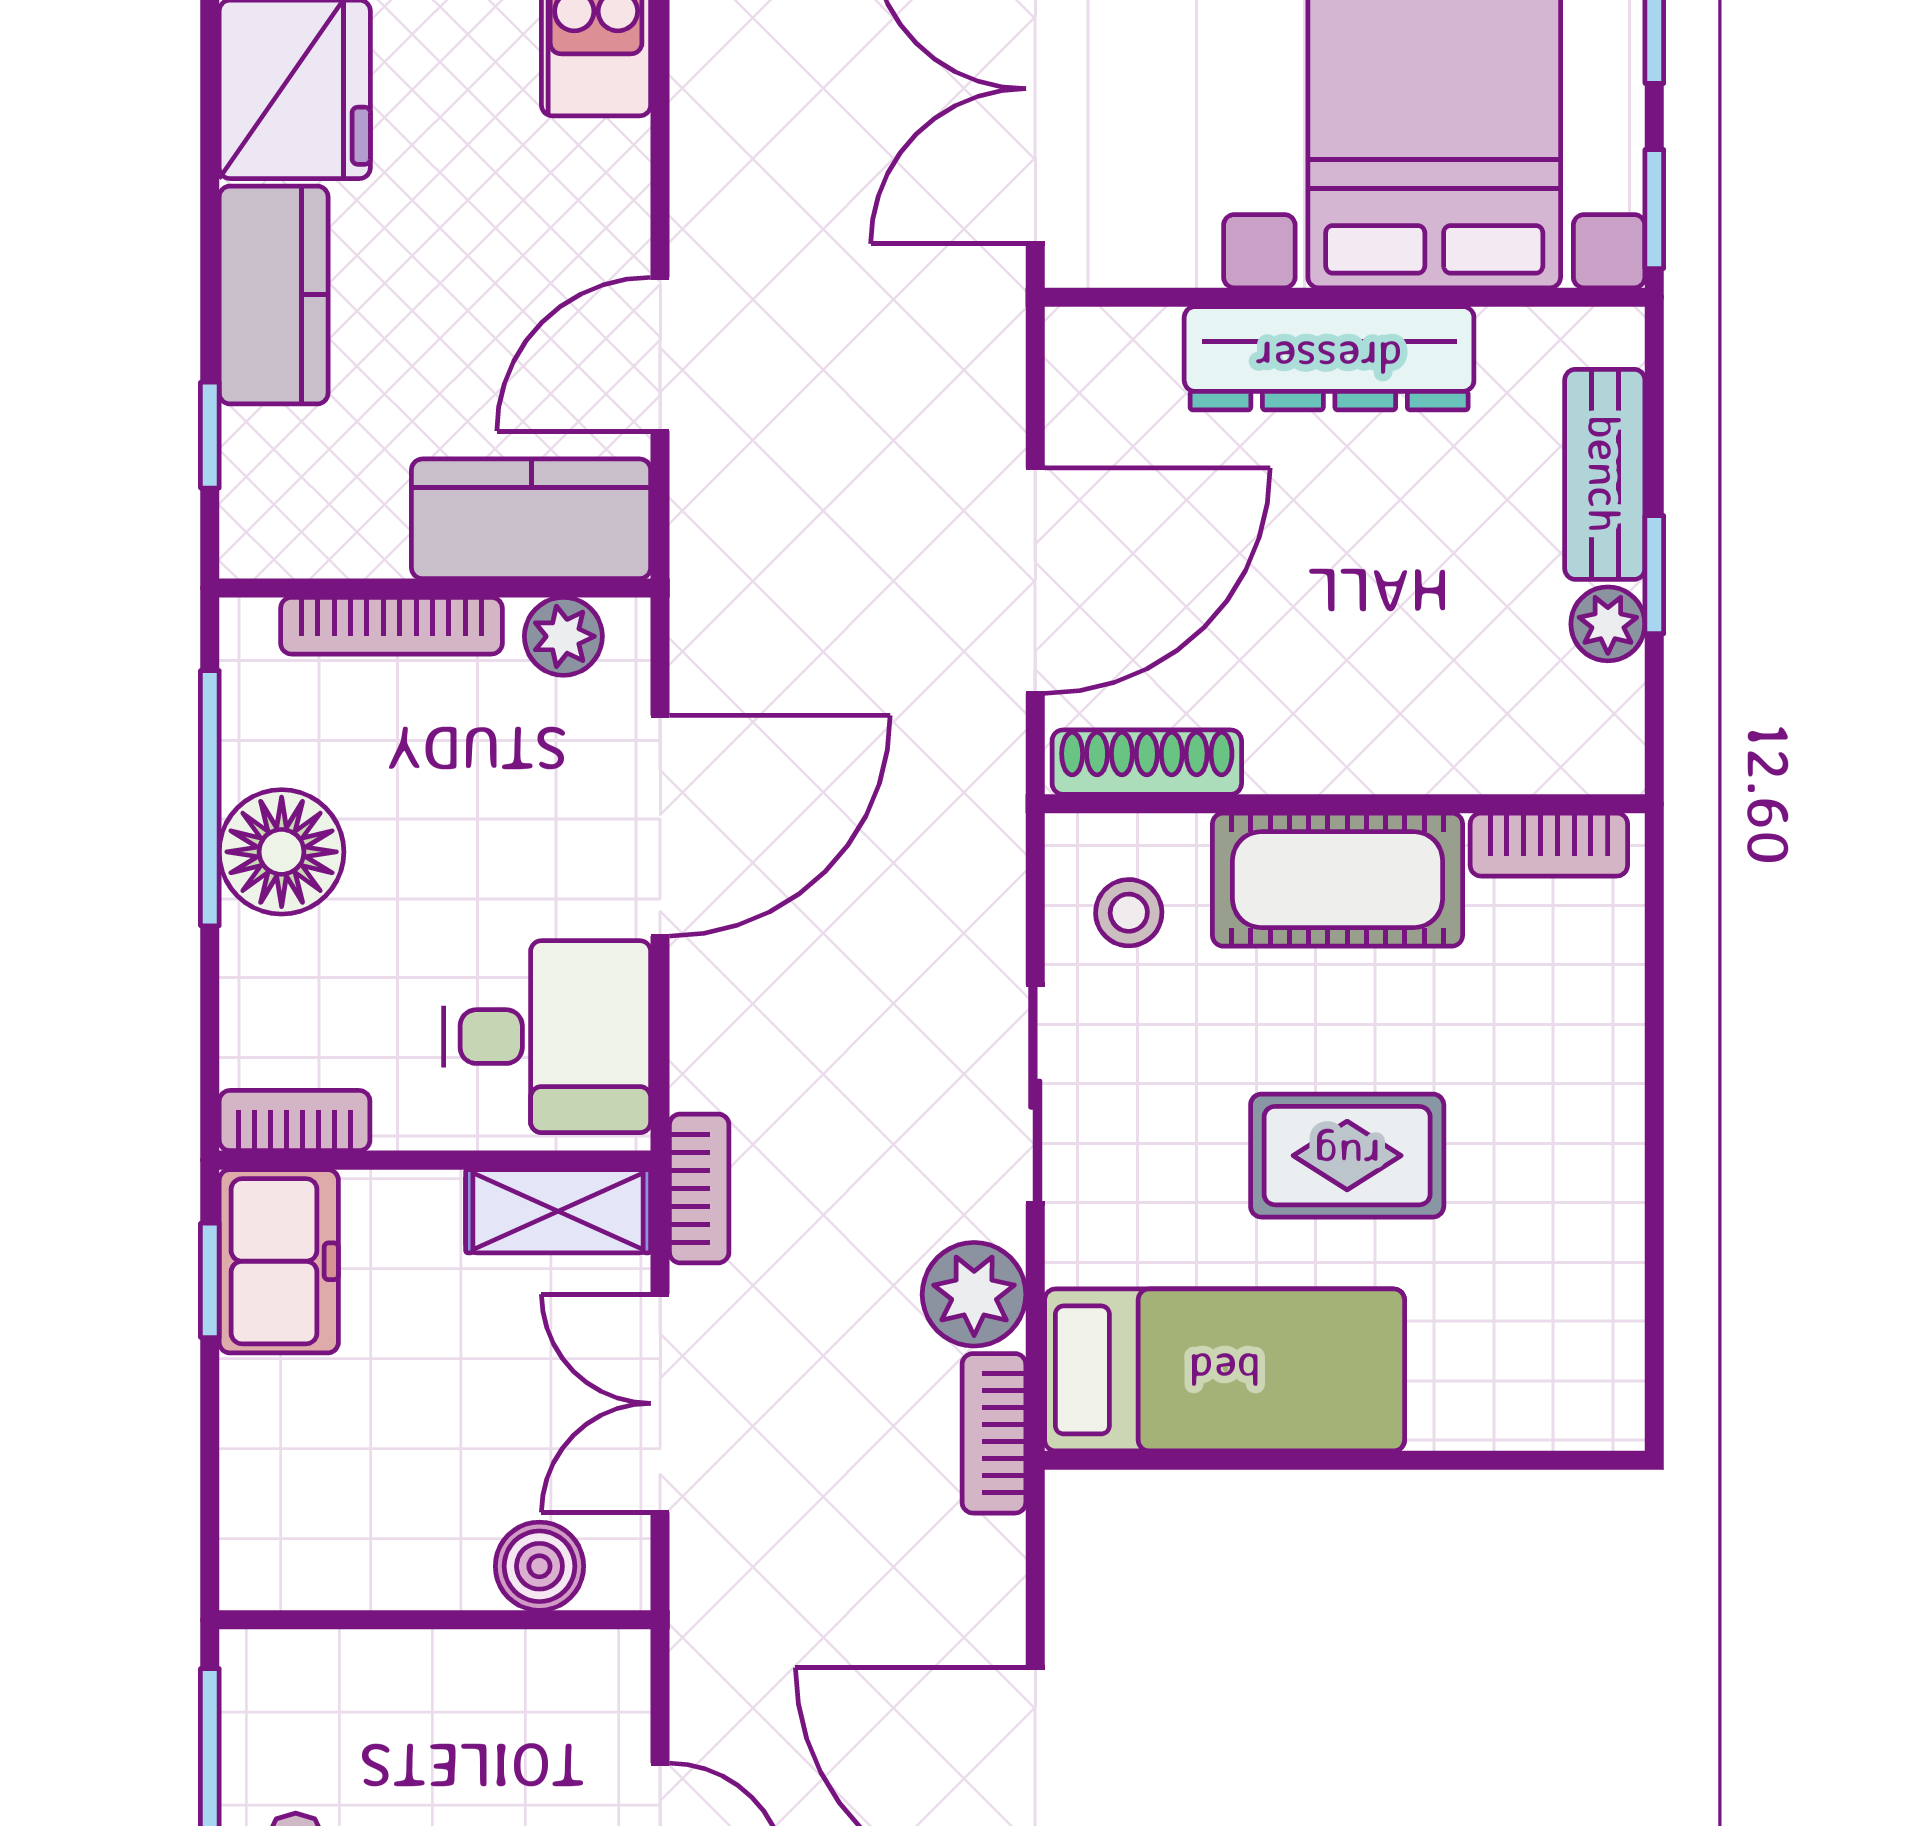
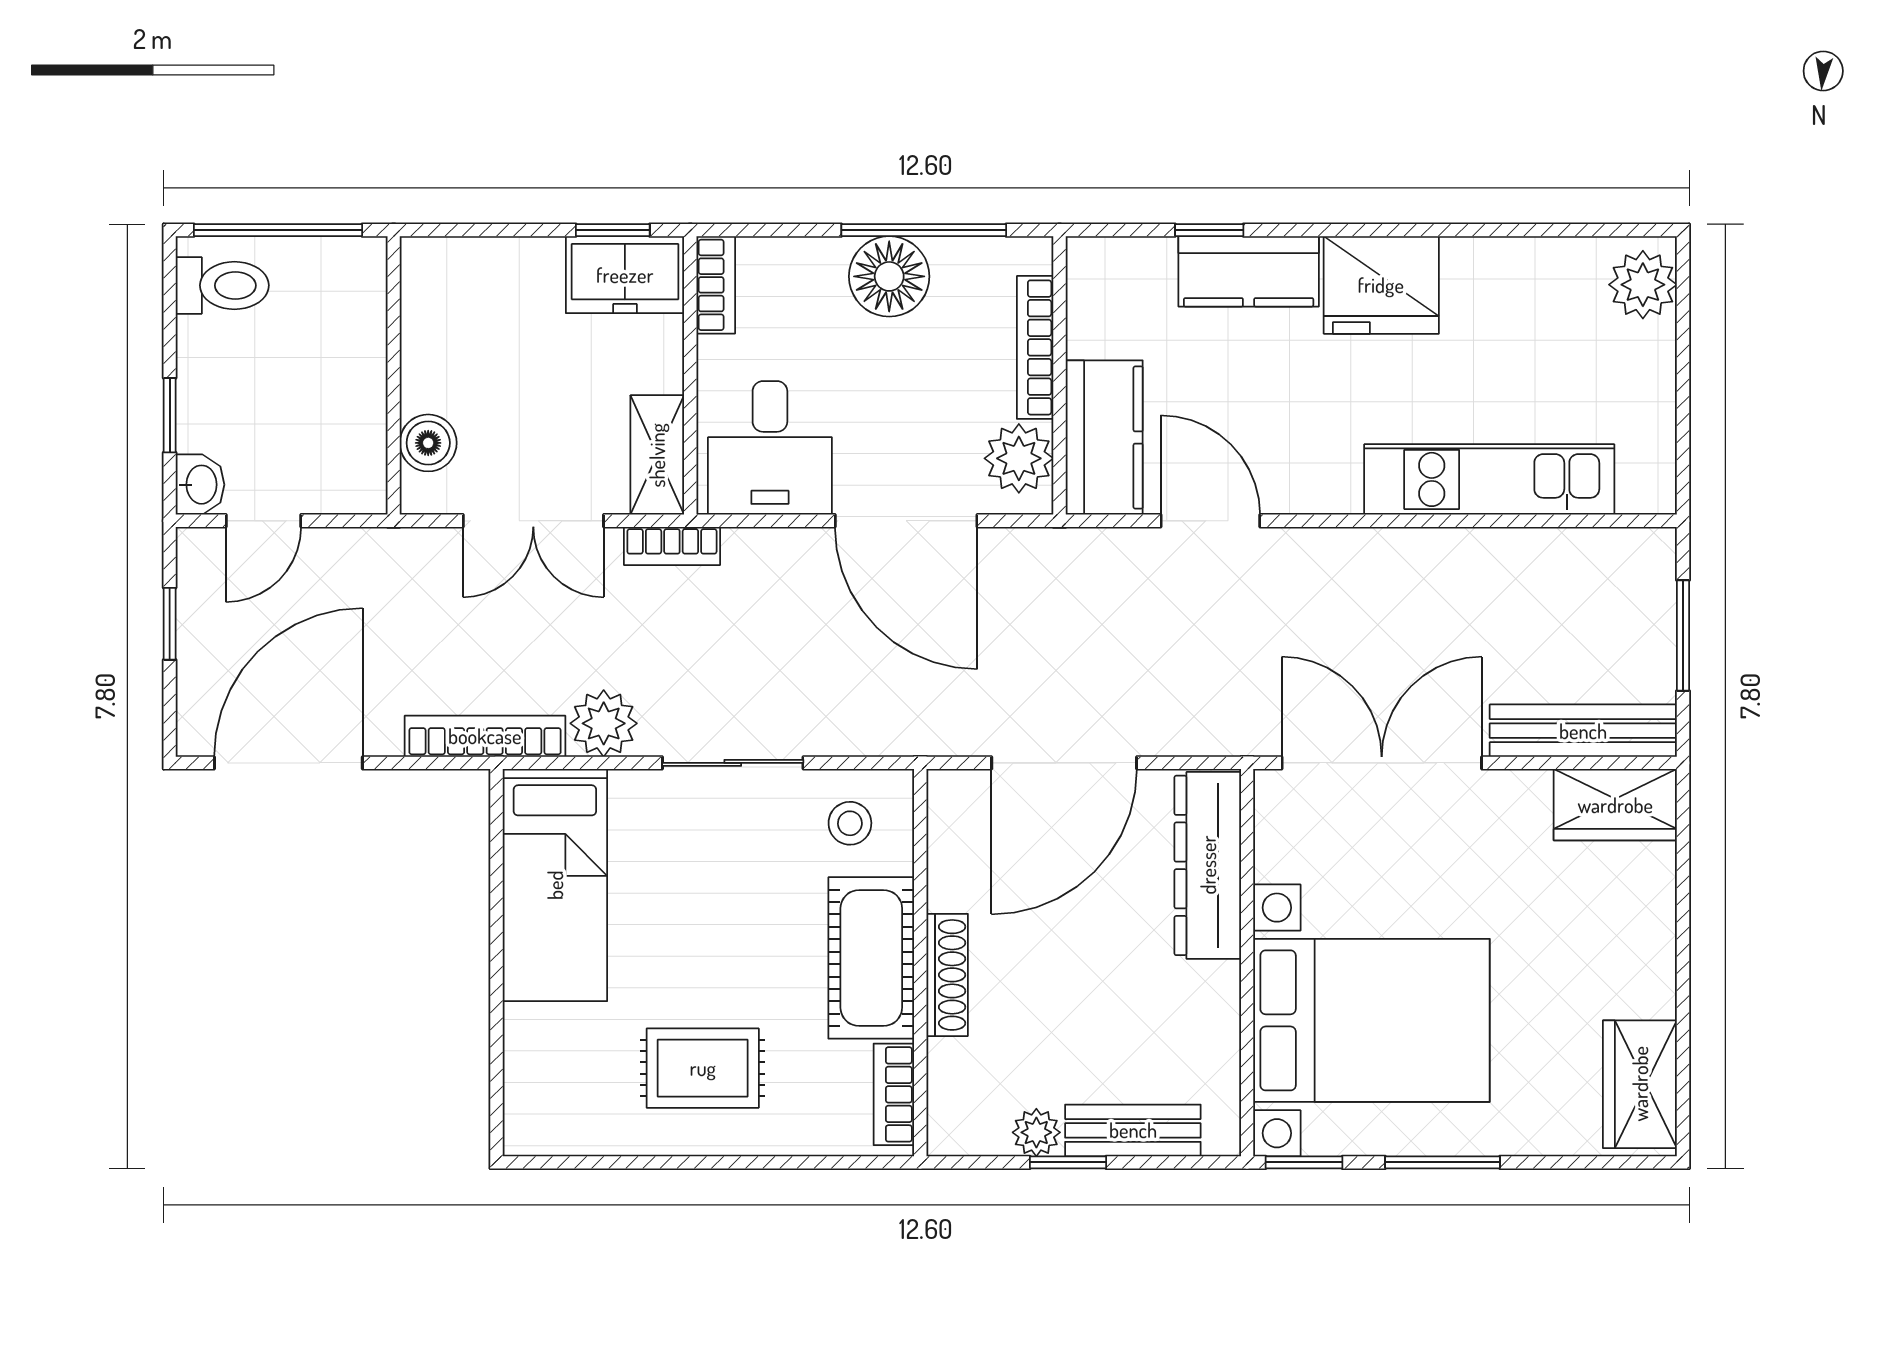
dresser: (1329, 358) -> (1208, 865), moved
window: (210, 435) -> (1209, 230), moved
door: (1035, 581) -> (1064, 763), hinge flipped
plant: (563, 636) -> (1019, 458), width x1.38, depth x1.38
shoe rack: (1147, 762) -> (947, 975), moved
rug: (1347, 1156) -> (703, 1068), moved, turned 90
double door: (660, 1403) -> (533, 521), swing flipped
bookcase: (994, 1433) -> (485, 736), width x1.56

